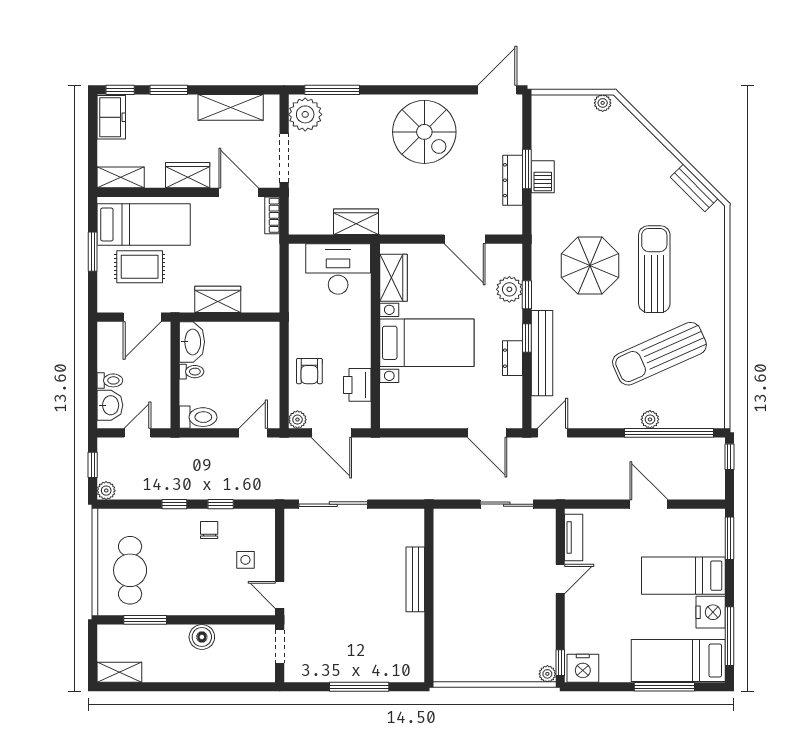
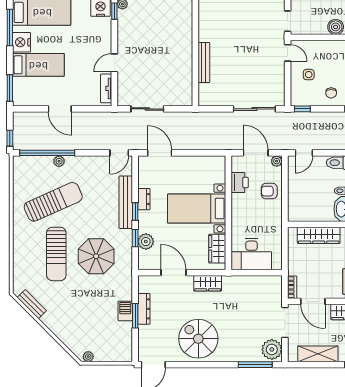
wardrobe: (356, 222) -> (208, 283), moved
wardrobe: (218, 299) -> (319, 235), width x1.50
armchair: (309, 371) -> (269, 191), turned -90
window: (221, 504) -> (302, 109), moved

